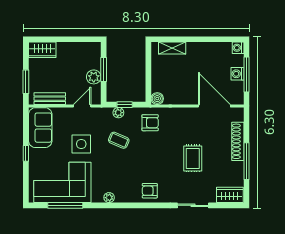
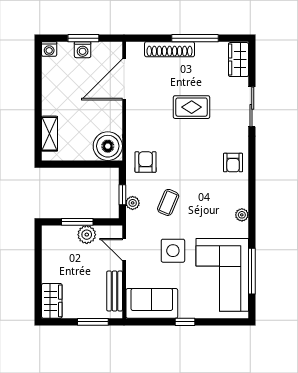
window: (246, 74) -> (83, 38), width x0.69
boiler: (157, 99) -> (108, 146), width x1.86, depth x1.86

